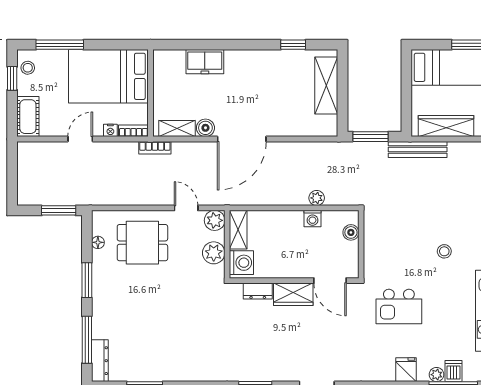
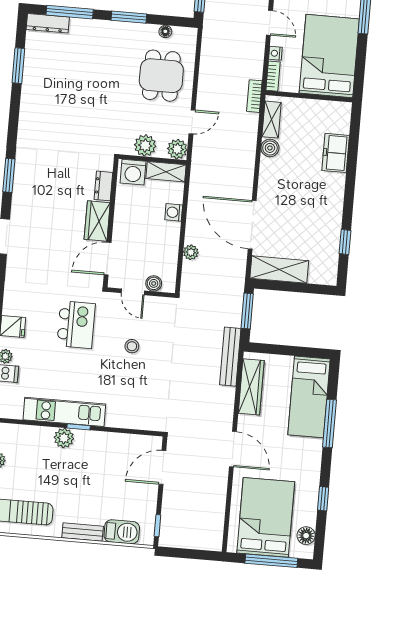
shelving: (326, 86) -> (279, 270), moved
door: (242, 139) -> (252, 225), moved
washing machine: (313, 218) -> (174, 212), moved
stool: (444, 251) -> (132, 346), moved
door: (361, 253) -> (133, 292), added
kitchen island: (399, 307) -> (76, 325), turned 180

